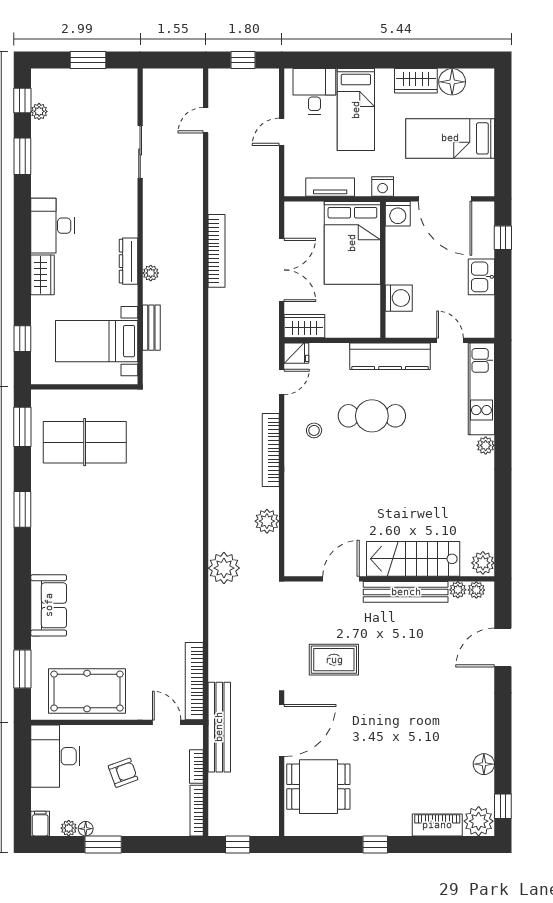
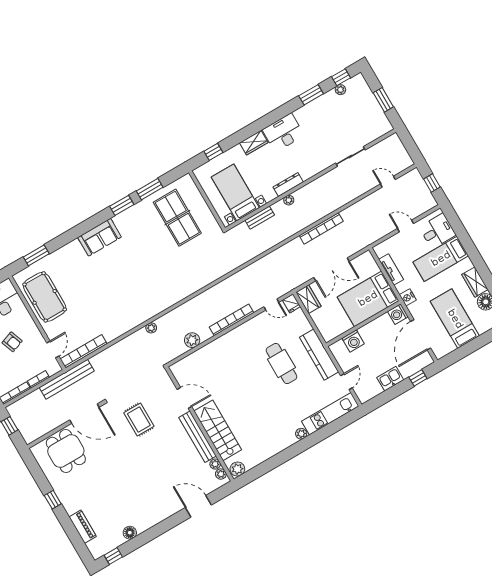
window: (22, 427) -> (150, 189), moved
stool: (314, 430) -> (256, 337), removed
plant: (224, 568) -> (151, 328), width x0.53, depth x0.53
sofa: (49, 605) -> (100, 237), moved
plant: (479, 821) -> (98, 548), removed

